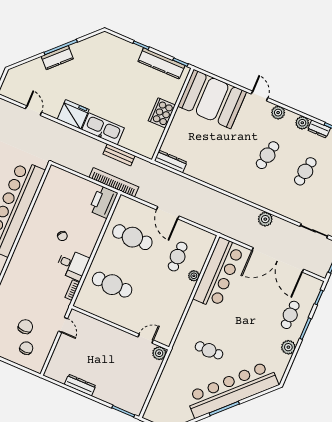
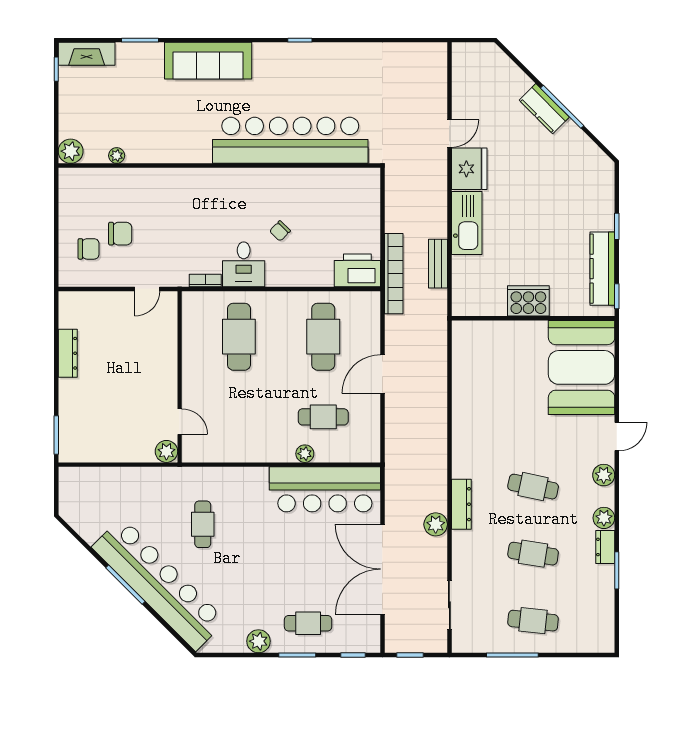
door: (34, 111) -> (449, 134), moved
dresser: (171, 161) -> (461, 504), moved

